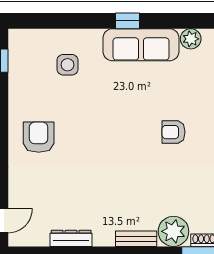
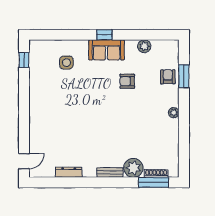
sofa: (141, 45) -> (107, 50), width x0.73
armchair: (173, 132) -> (127, 81), moved
armchair: (39, 137) -> (48, 108), removed

